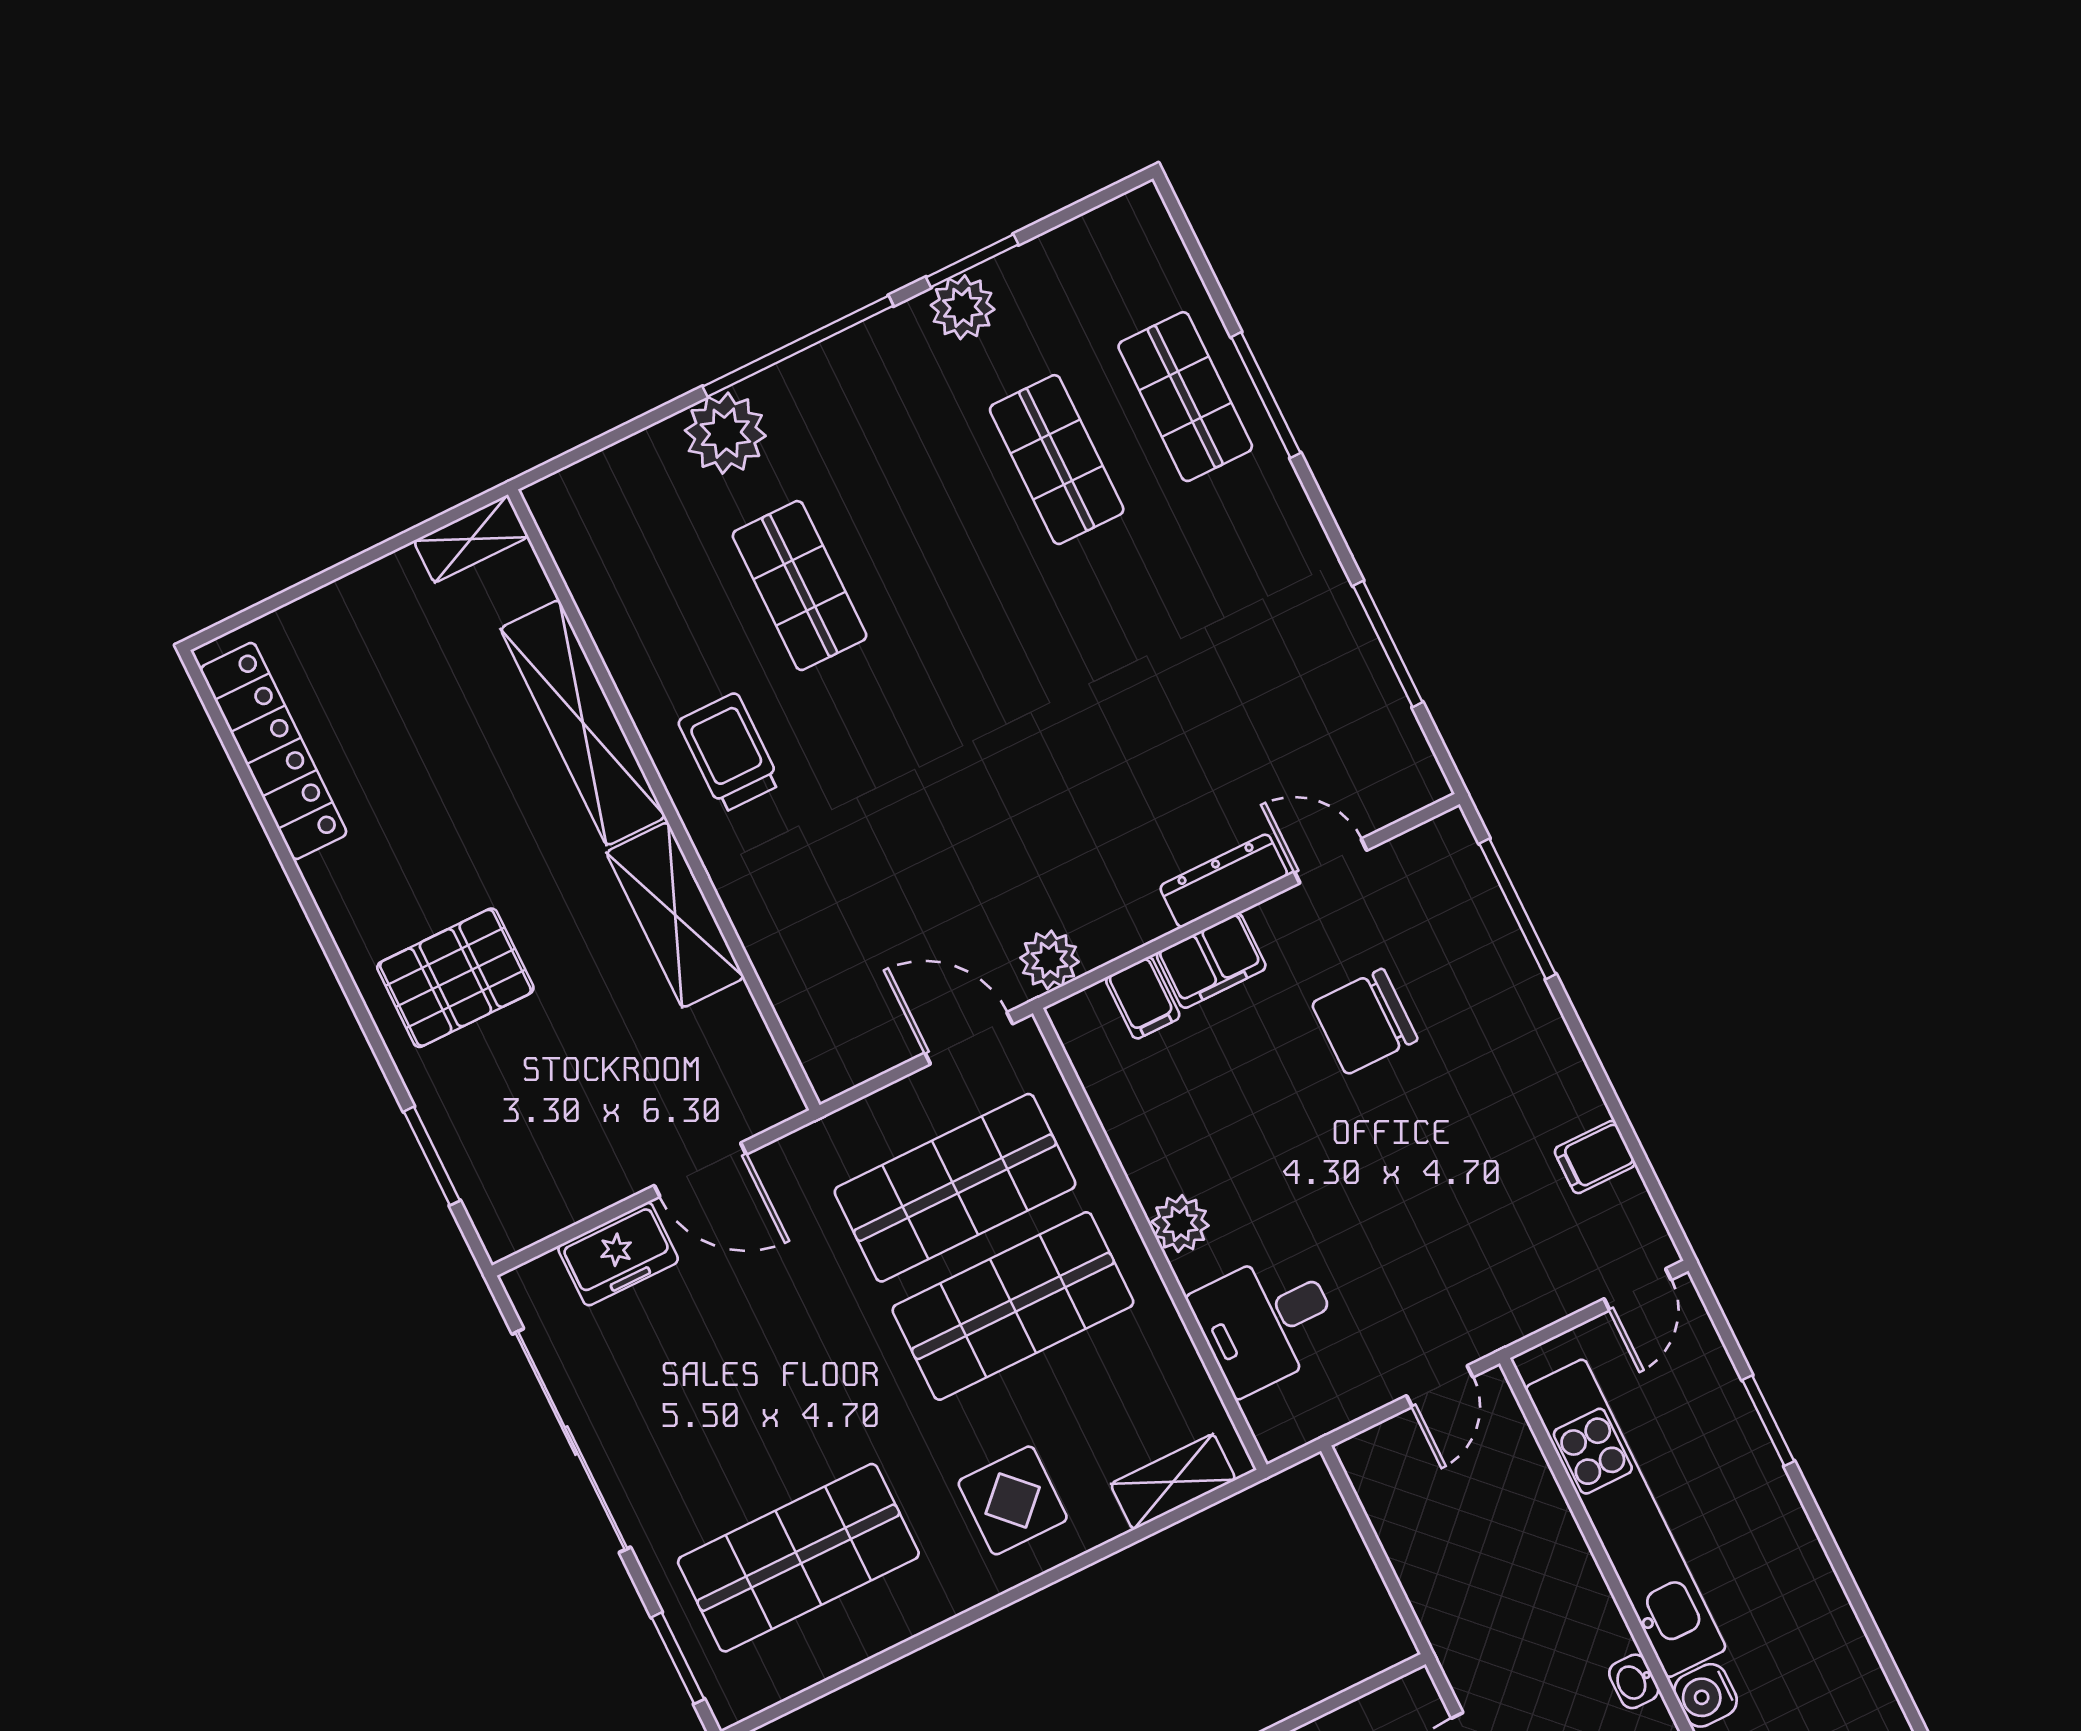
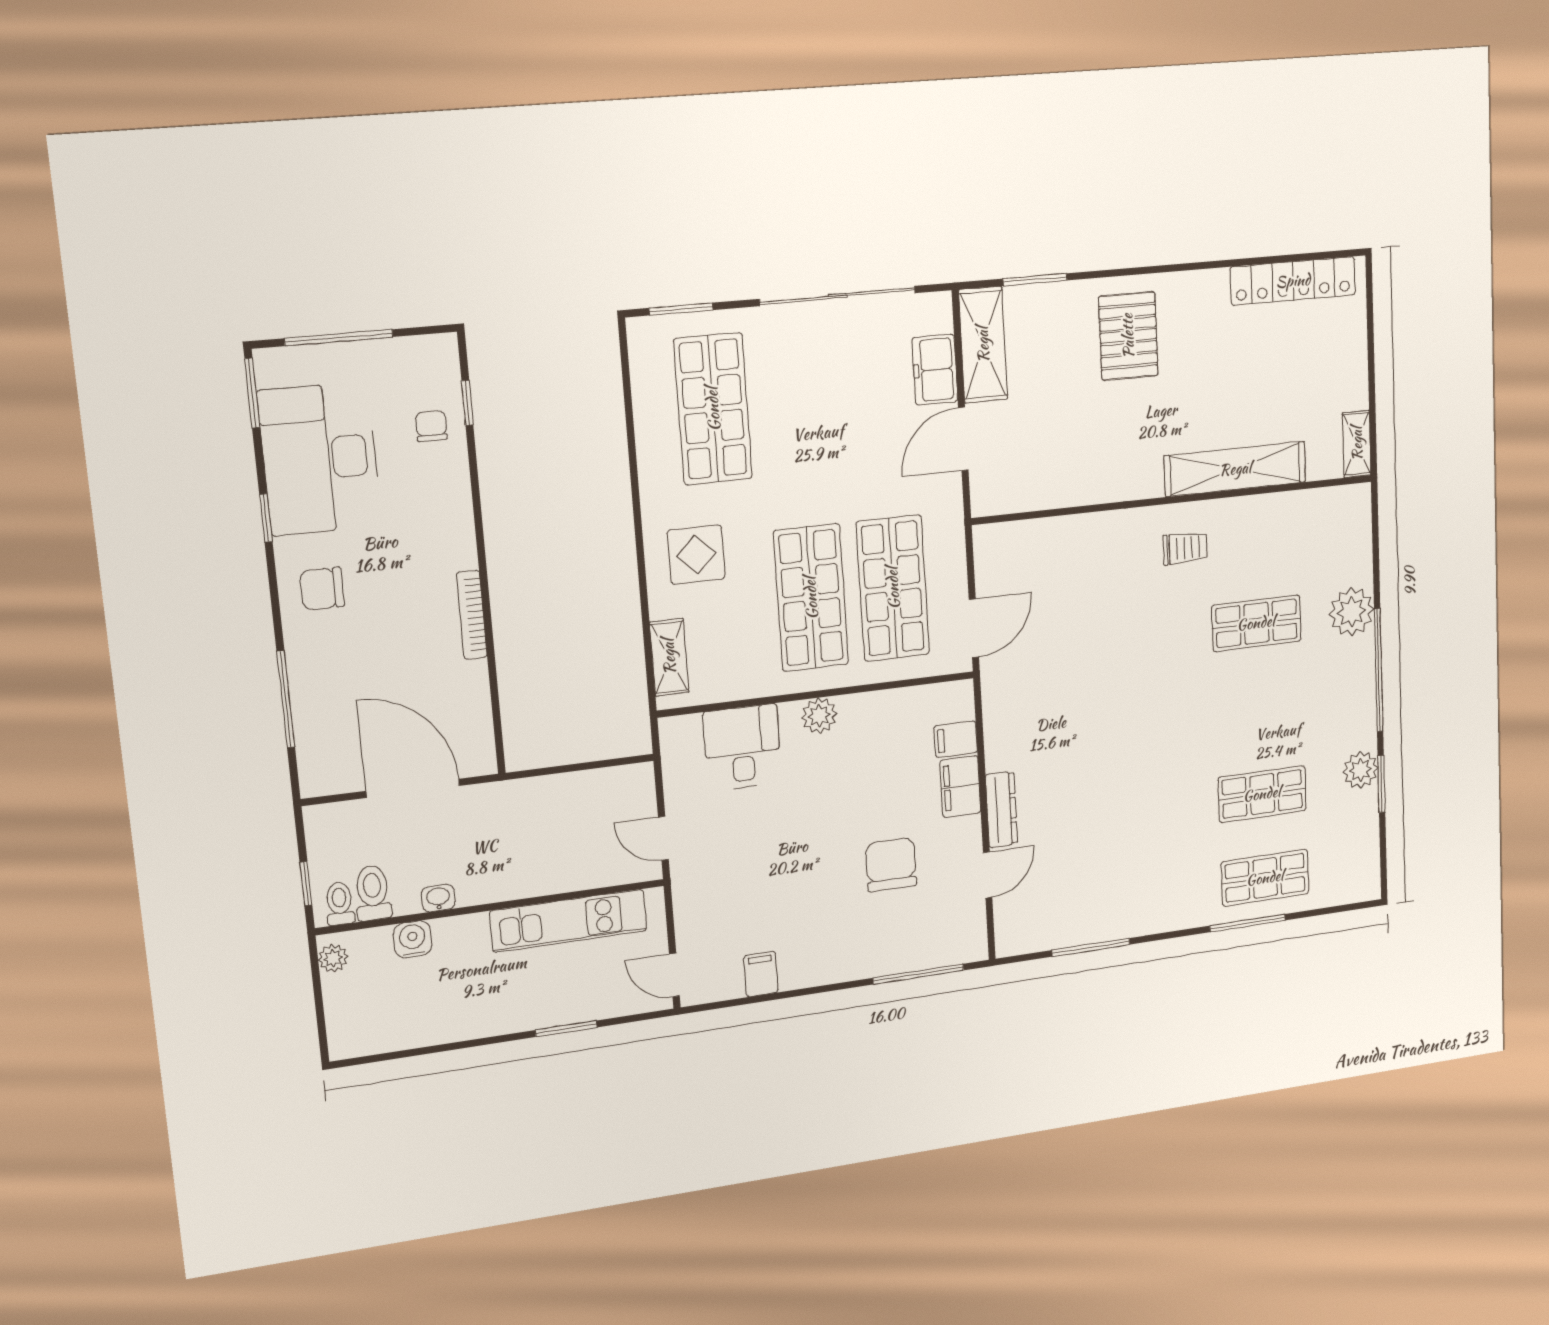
trolley: (729, 752) -> (1185, 548), width x0.73, depth x0.72
shelving: (675, 915) -> (983, 345), moved, turned 90
plant: (1049, 960) -> (998, 692), removed
kitchen unit: (1626, 1518) -> (569, 921), width x0.73

